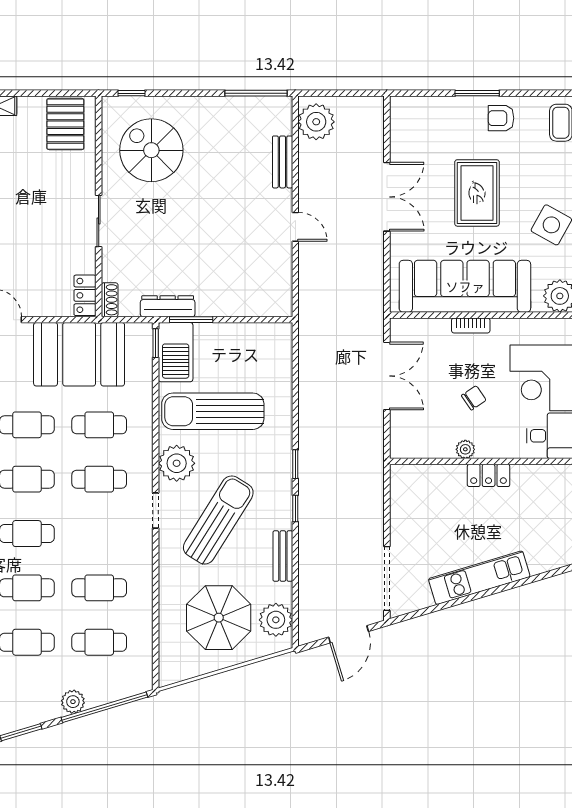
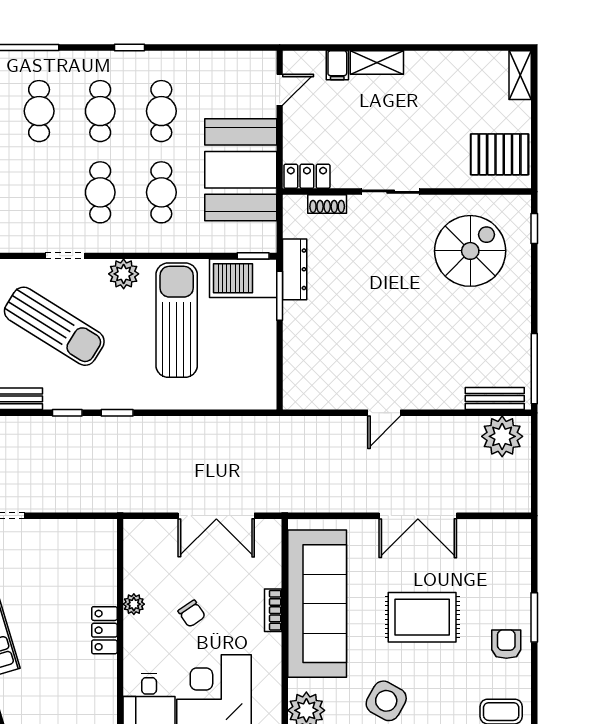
bench: (283, 162) -> (495, 399), moved
shoe rack: (110, 300) -> (327, 204), moved
plant: (177, 463) -> (124, 274), width x0.73, depth x0.73

